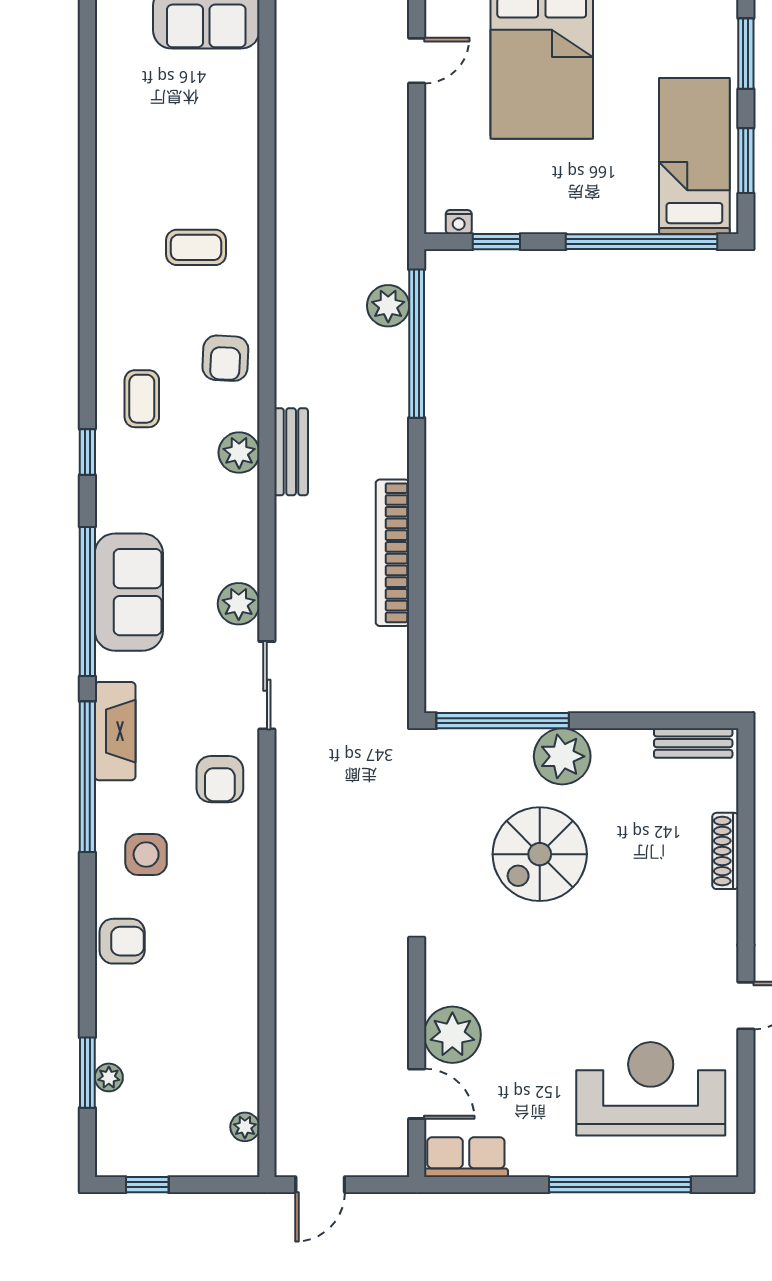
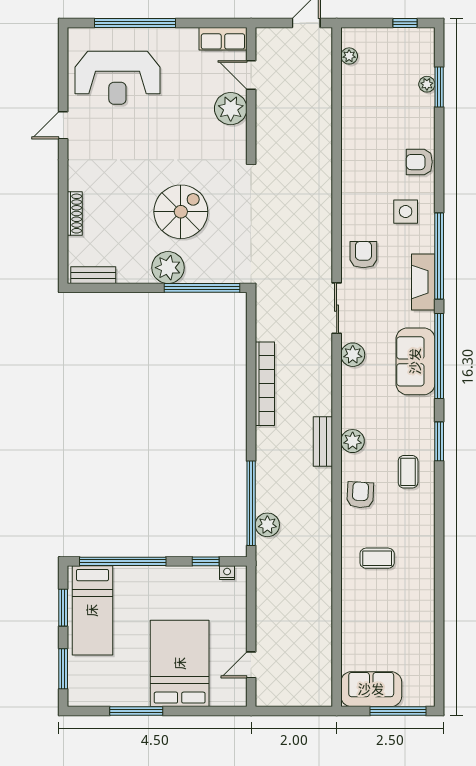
window: (87, 452) -> (439, 441), width x1.50

